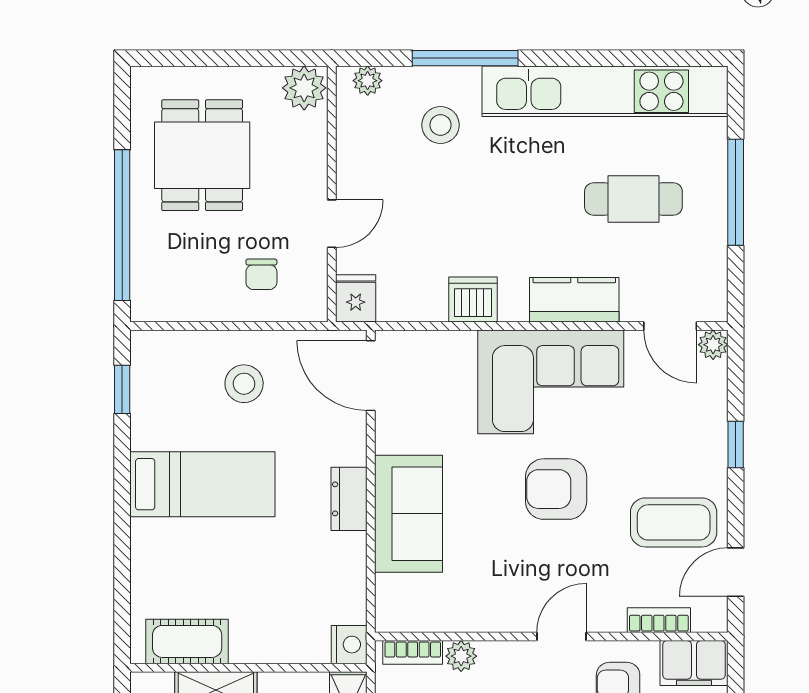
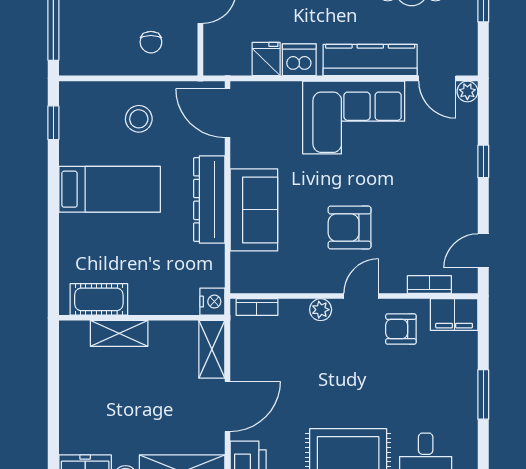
fridge: (356, 298) -> (266, 59), moved
kitchen counter: (574, 300) -> (370, 60), width x1.50
armchair: (556, 489) -> (350, 228), moved
dresser: (349, 499) -> (209, 199), width x1.96, depth x1.24
coffee table: (674, 522) -> (440, 216), removed
plant: (461, 656) -> (321, 310), moved

